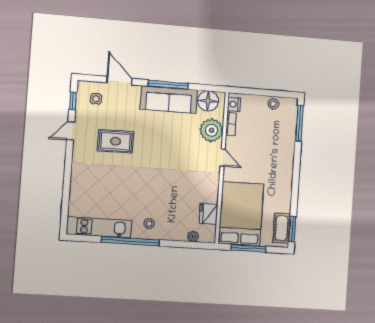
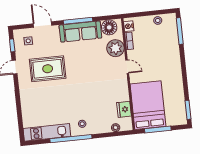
rug: (116, 141) -> (48, 69), width x1.36, depth x1.43
cot: (282, 228) -> (180, 111), removed

